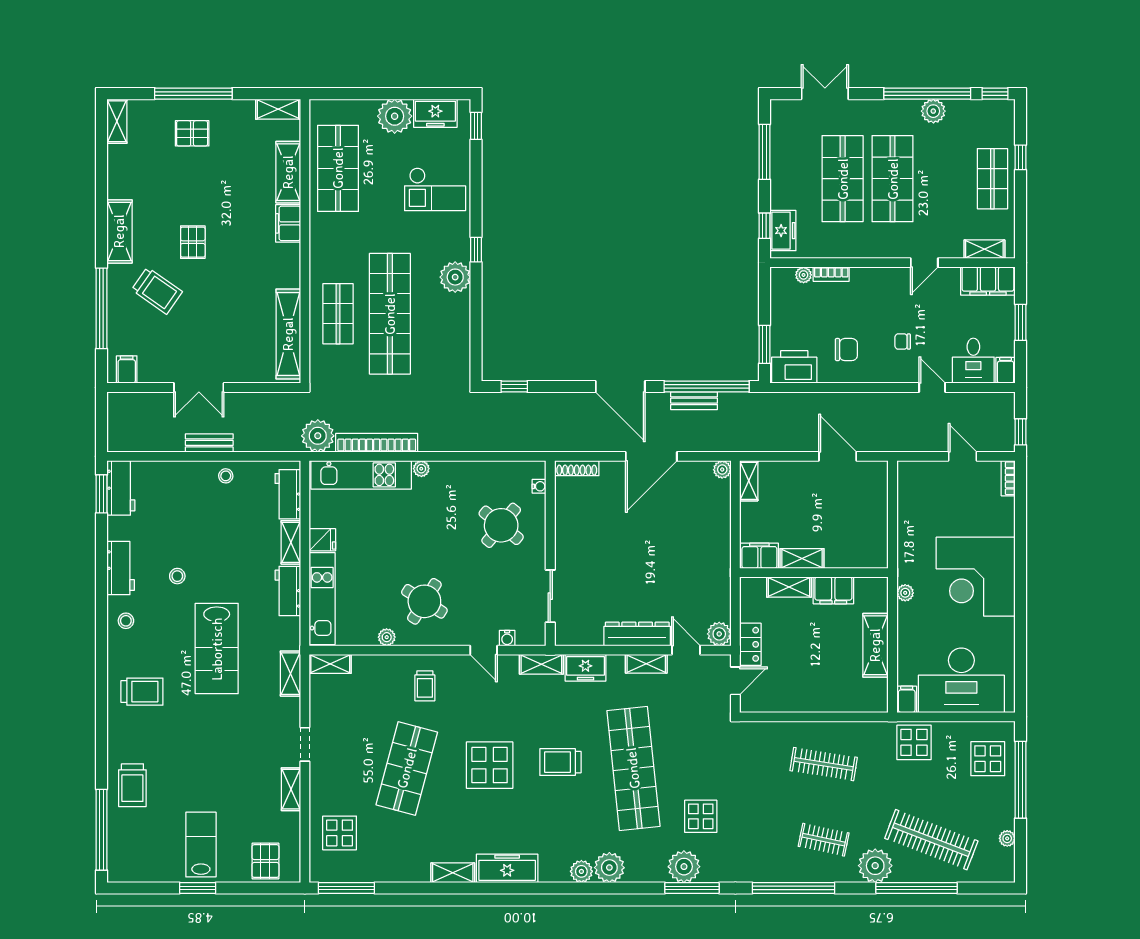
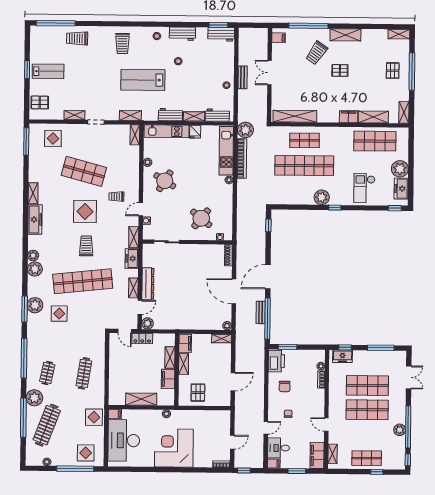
pallet: (861, 528) -> (198, 393), added
trolley: (425, 686) -> (116, 196), moved

